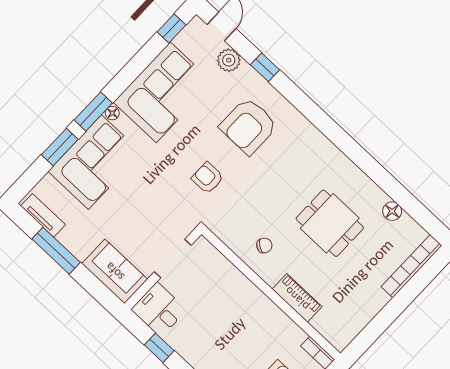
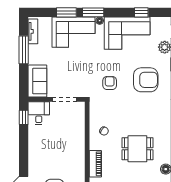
window: (172, 28) -> (141, 12), moved
armchair: (249, 126) -> (146, 80), turned 180
dining table: (330, 223) -> (137, 149), turned 90
window: (159, 348) -> (24, 117), moved

